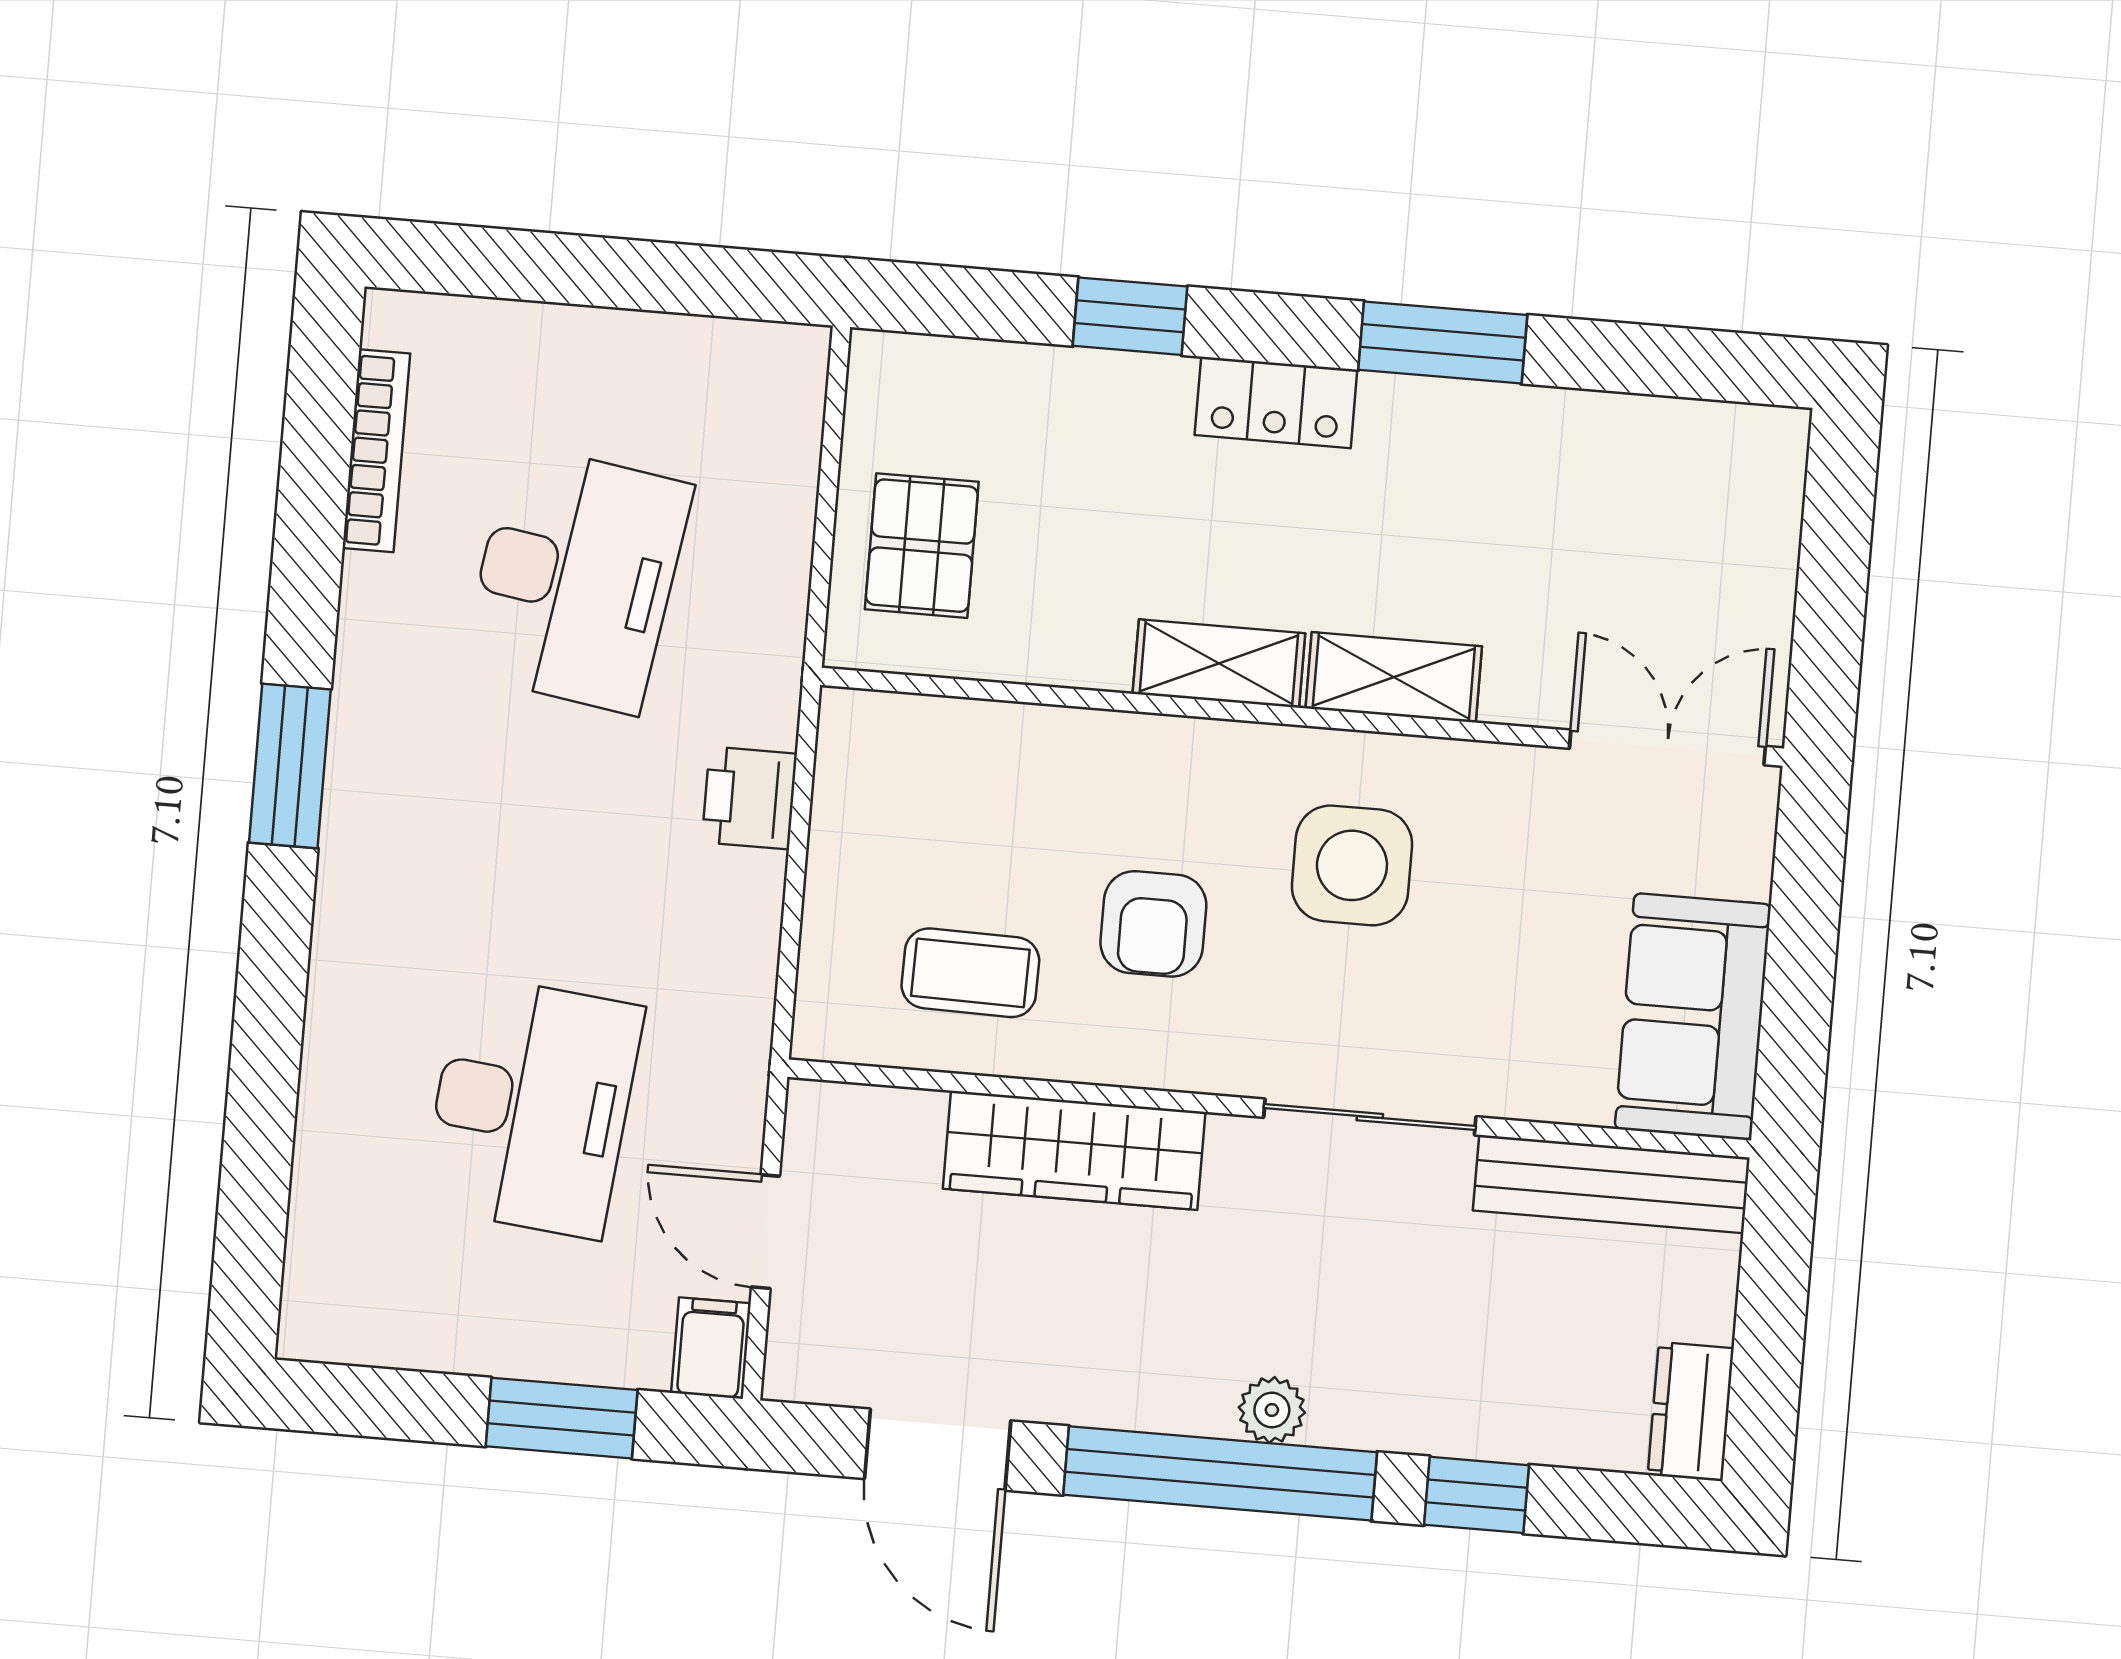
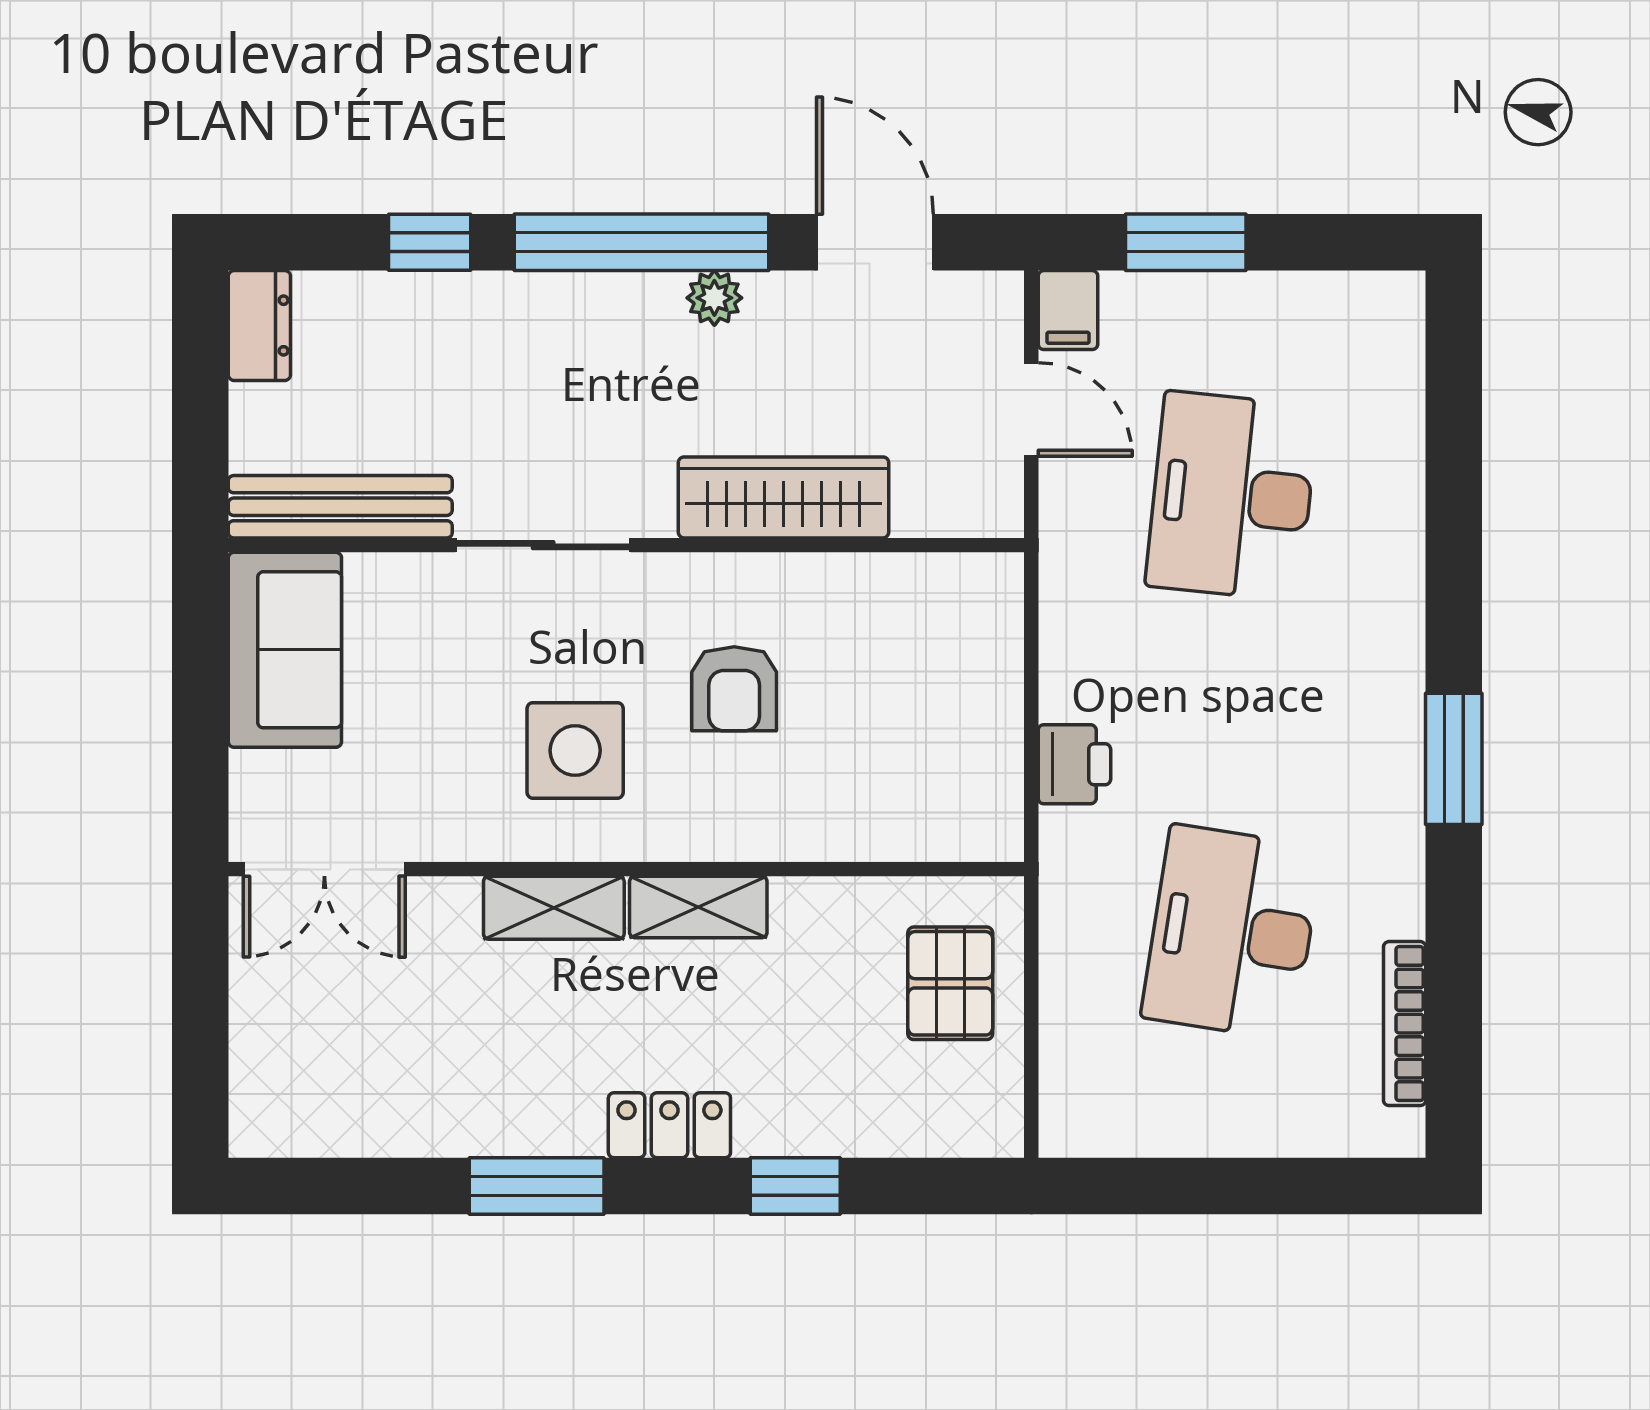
armchair: (1153, 924) -> (734, 689), turned 180
coffee table: (970, 973) -> (881, 636), removed
plant: (1272, 1410) -> (714, 298), moved

